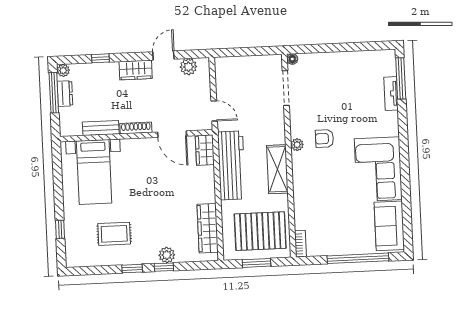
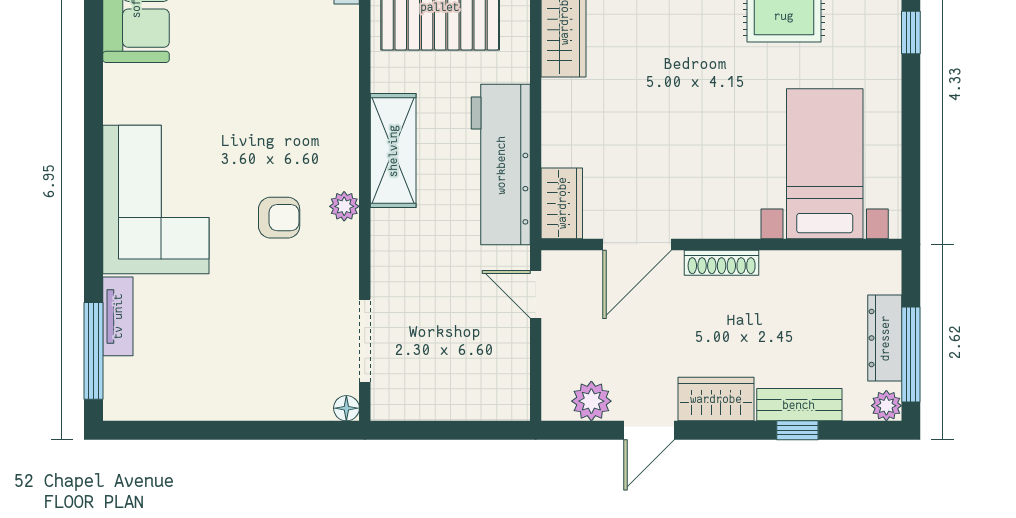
dresser: (65, 94) -> (885, 338), width x1.44
bench: (101, 128) -> (799, 405), moved
door: (172, 134) -> (637, 244), swing flipped
corner sofa: (378, 169) -> (156, 200), moved

